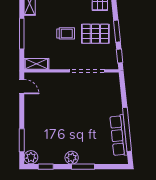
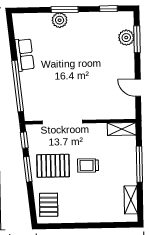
door: (22, 87) -> (138, 88), moved
window: (127, 129) -> (18, 86), moved
row of seats: (119, 135) -> (25, 55), width x0.68
plant: (31, 157) -> (126, 38), moved
plant: (72, 158) -> (60, 20), moved

